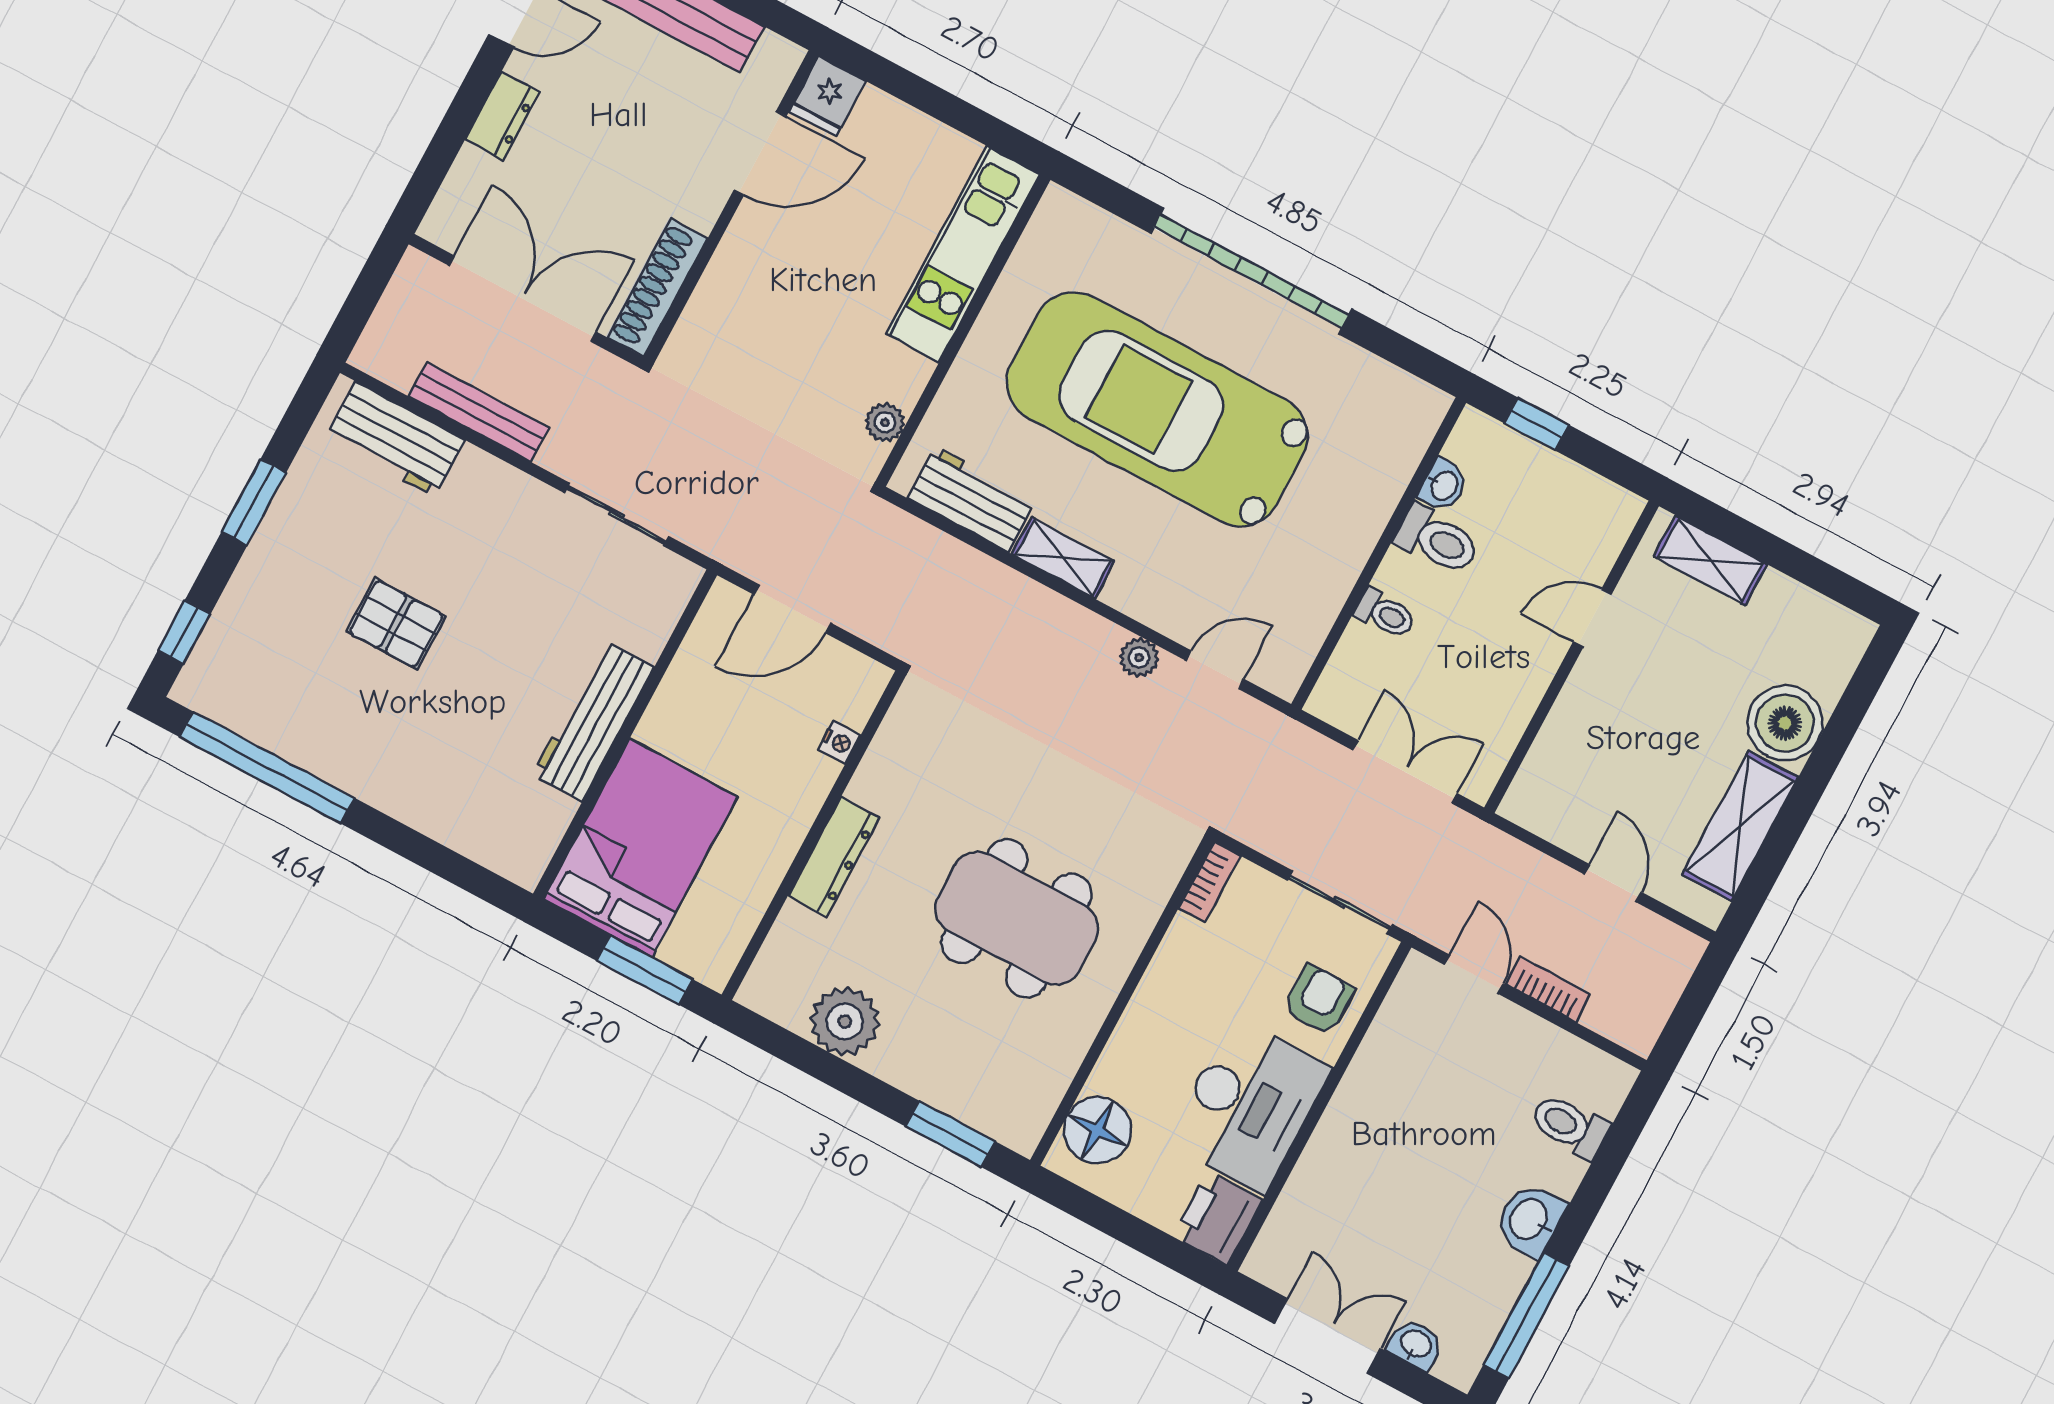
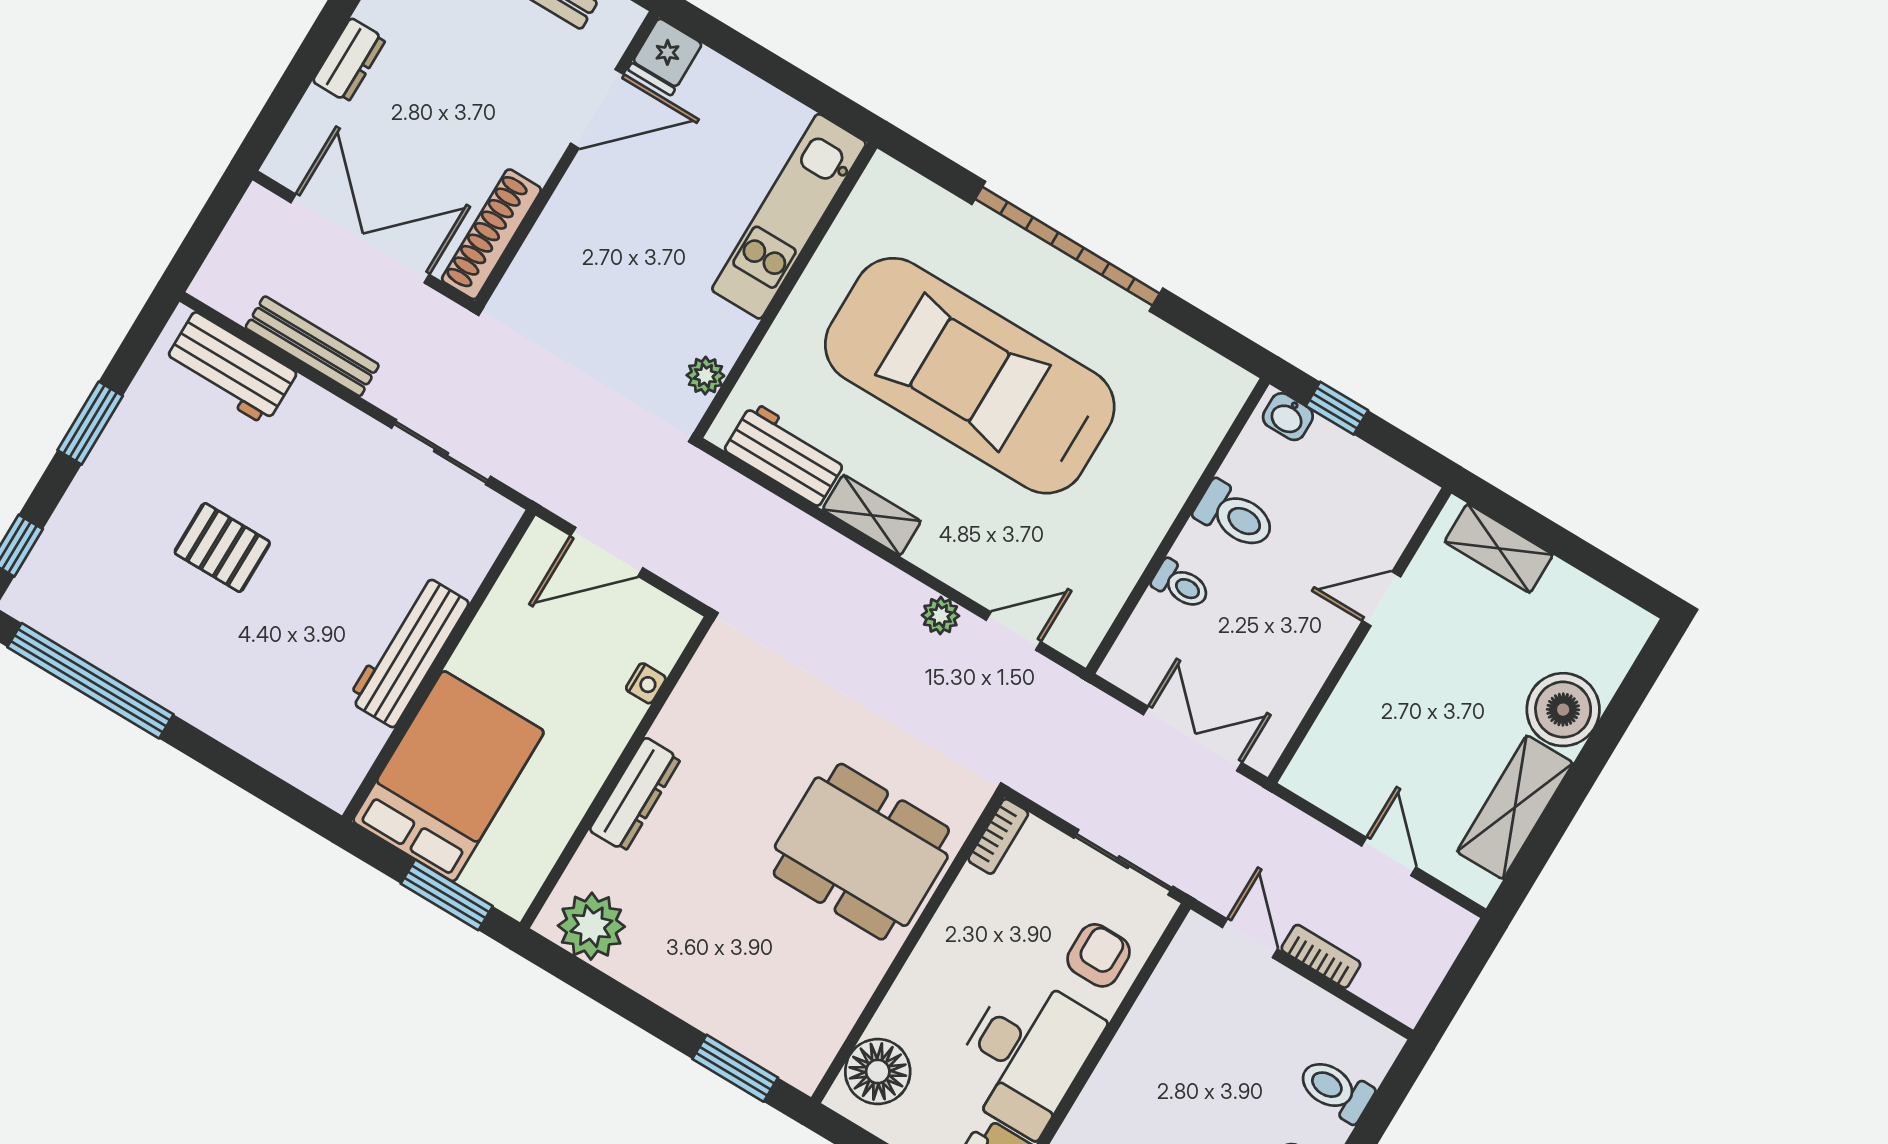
washbasin: (1443, 485) -> (1288, 417), moved, turned 90
dining table: (1017, 918) -> (861, 852), moved
plant: (845, 1022) -> (591, 926), moved

